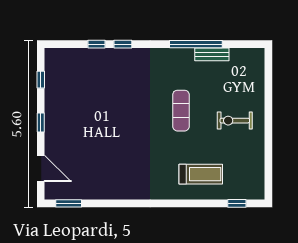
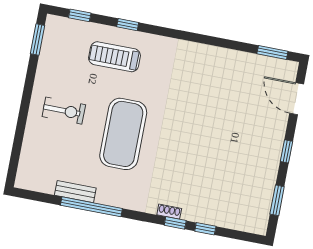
shoe rack: (130, 53) -> (169, 212), added
window: (41, 80) -> (277, 200), width x1.50
exercise mat: (181, 111) -> (123, 134), width x2.00, depth x1.45
window: (268, 176) -> (38, 40), added
window: (195, 203) -> (128, 25), added

